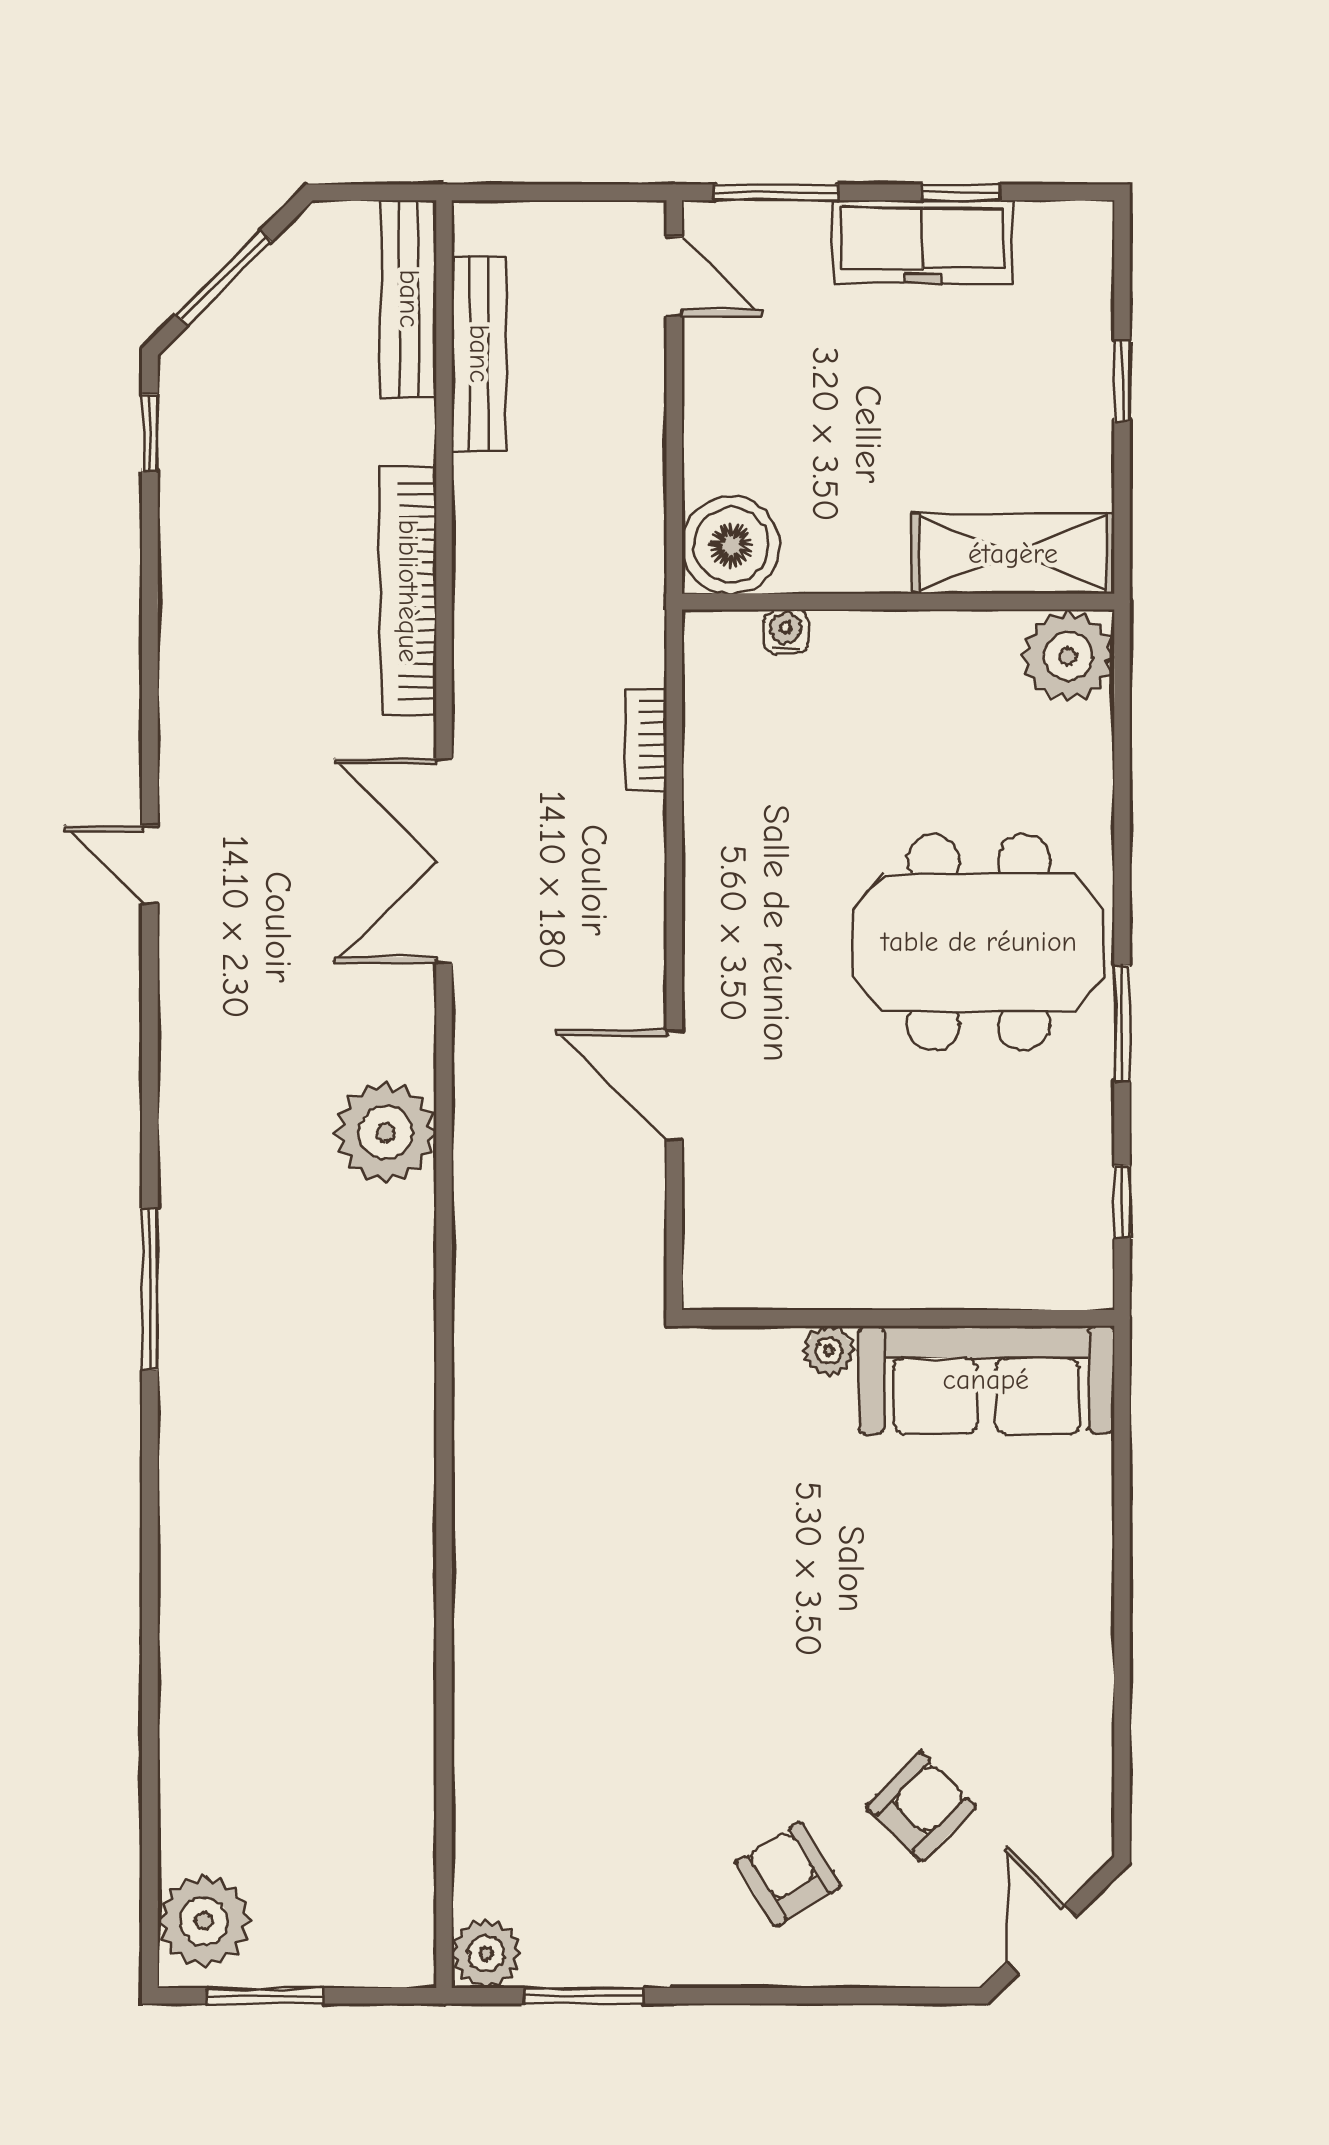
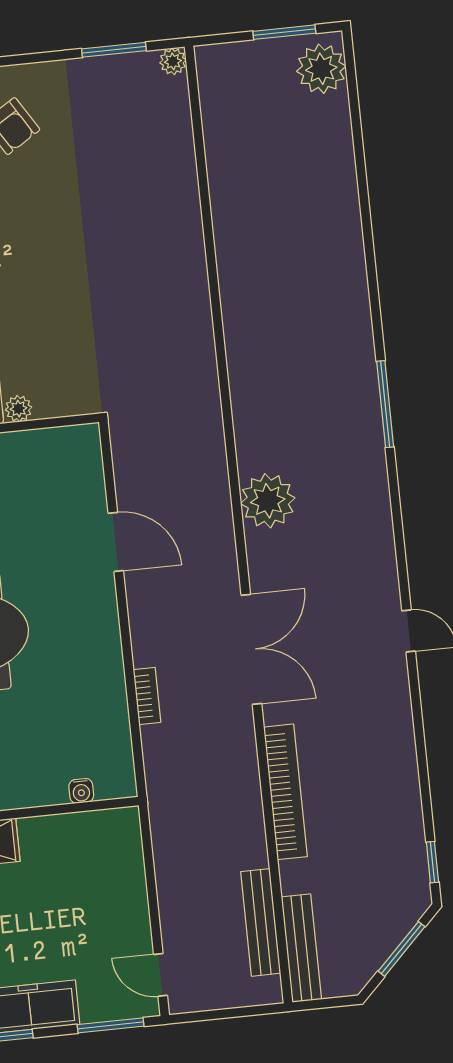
boiler: (731, 545) -> (115, 834), removed
bookcase: (646, 740) -> (147, 696), moved
plant: (486, 1954) -> (173, 61), width x0.73, depth x0.73

